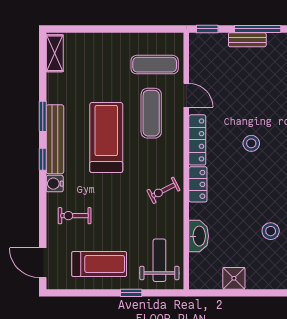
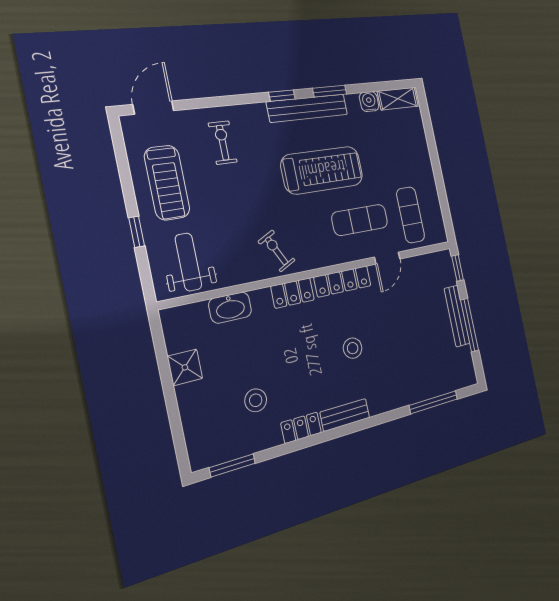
bench: (247, 40) -> (457, 316), width x1.36
water cooler: (55, 184) -> (369, 102), moved
weight bench: (159, 260) -> (188, 262), turned -90

